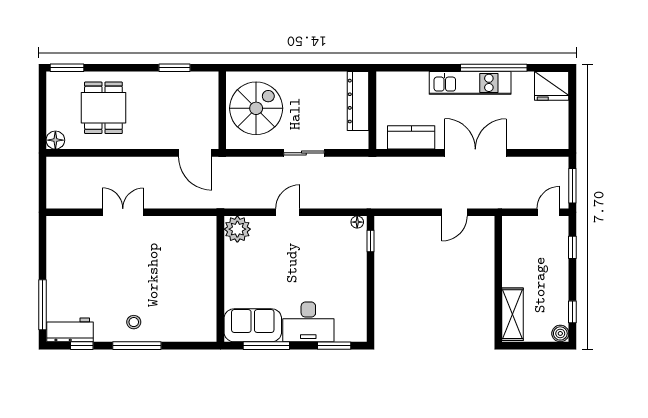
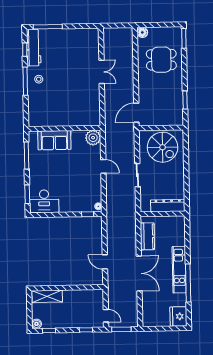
desk: (308, 322) -> (44, 201), moved, turned -90
sofa: (253, 325) -> (54, 140), moved, turned 90
workbench: (70, 330) -> (34, 48), width x1.38

